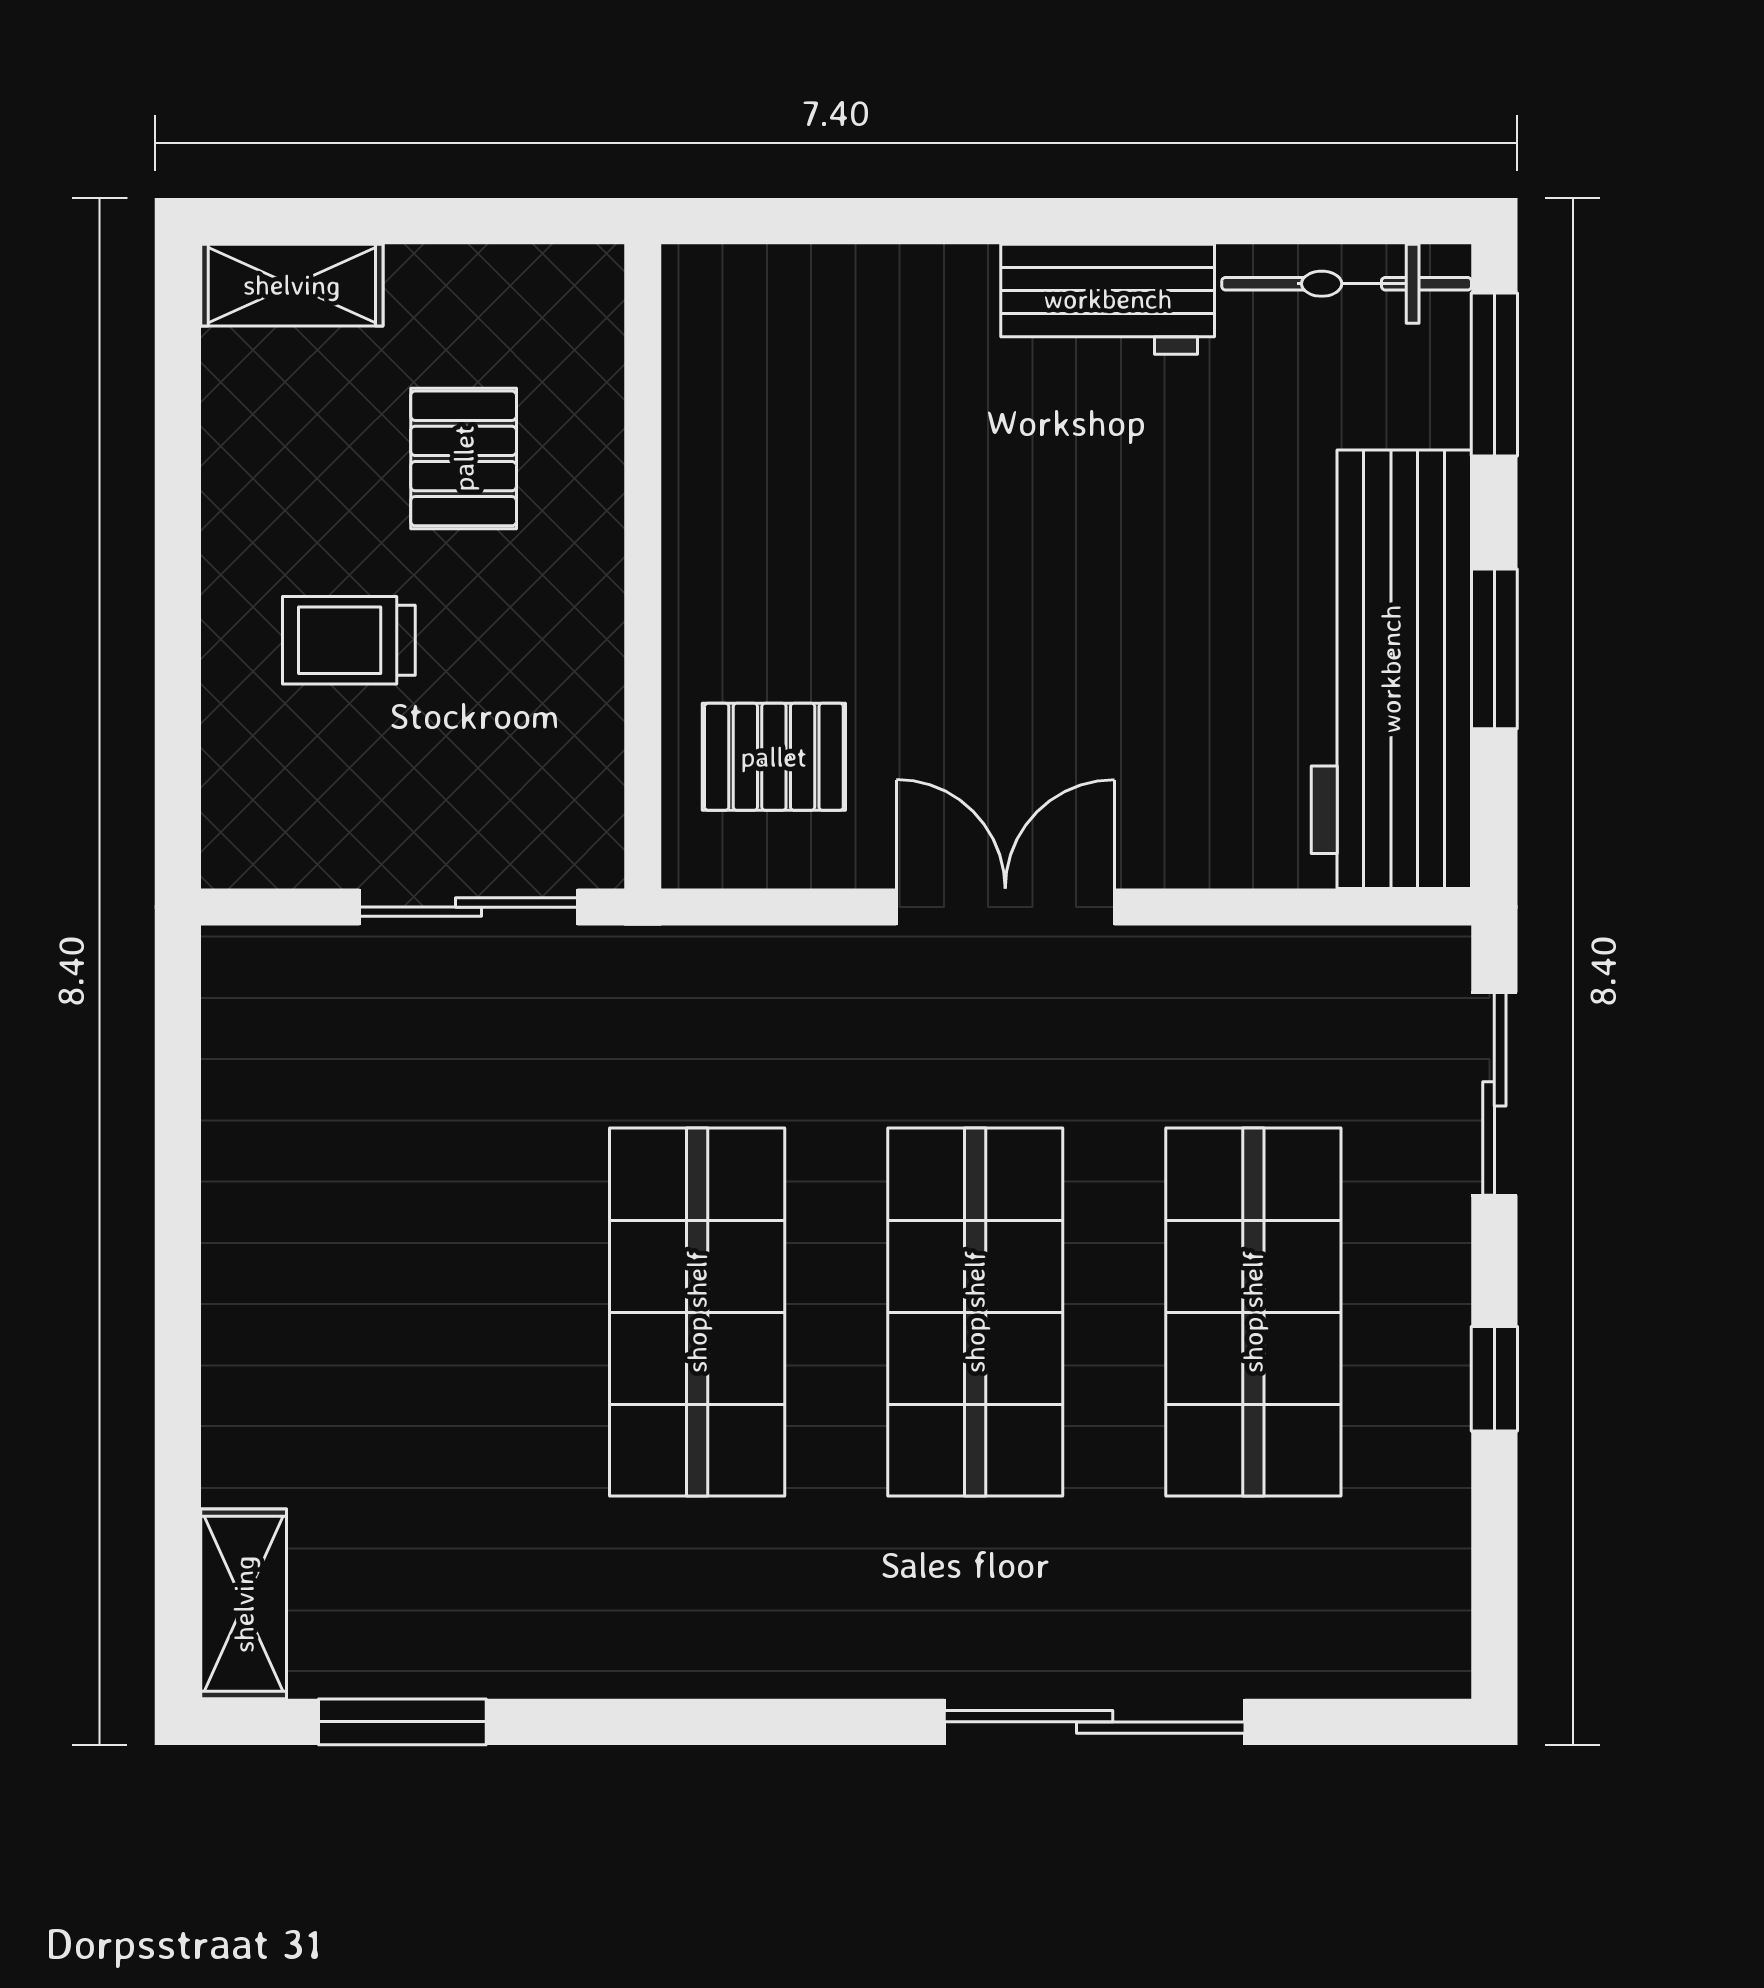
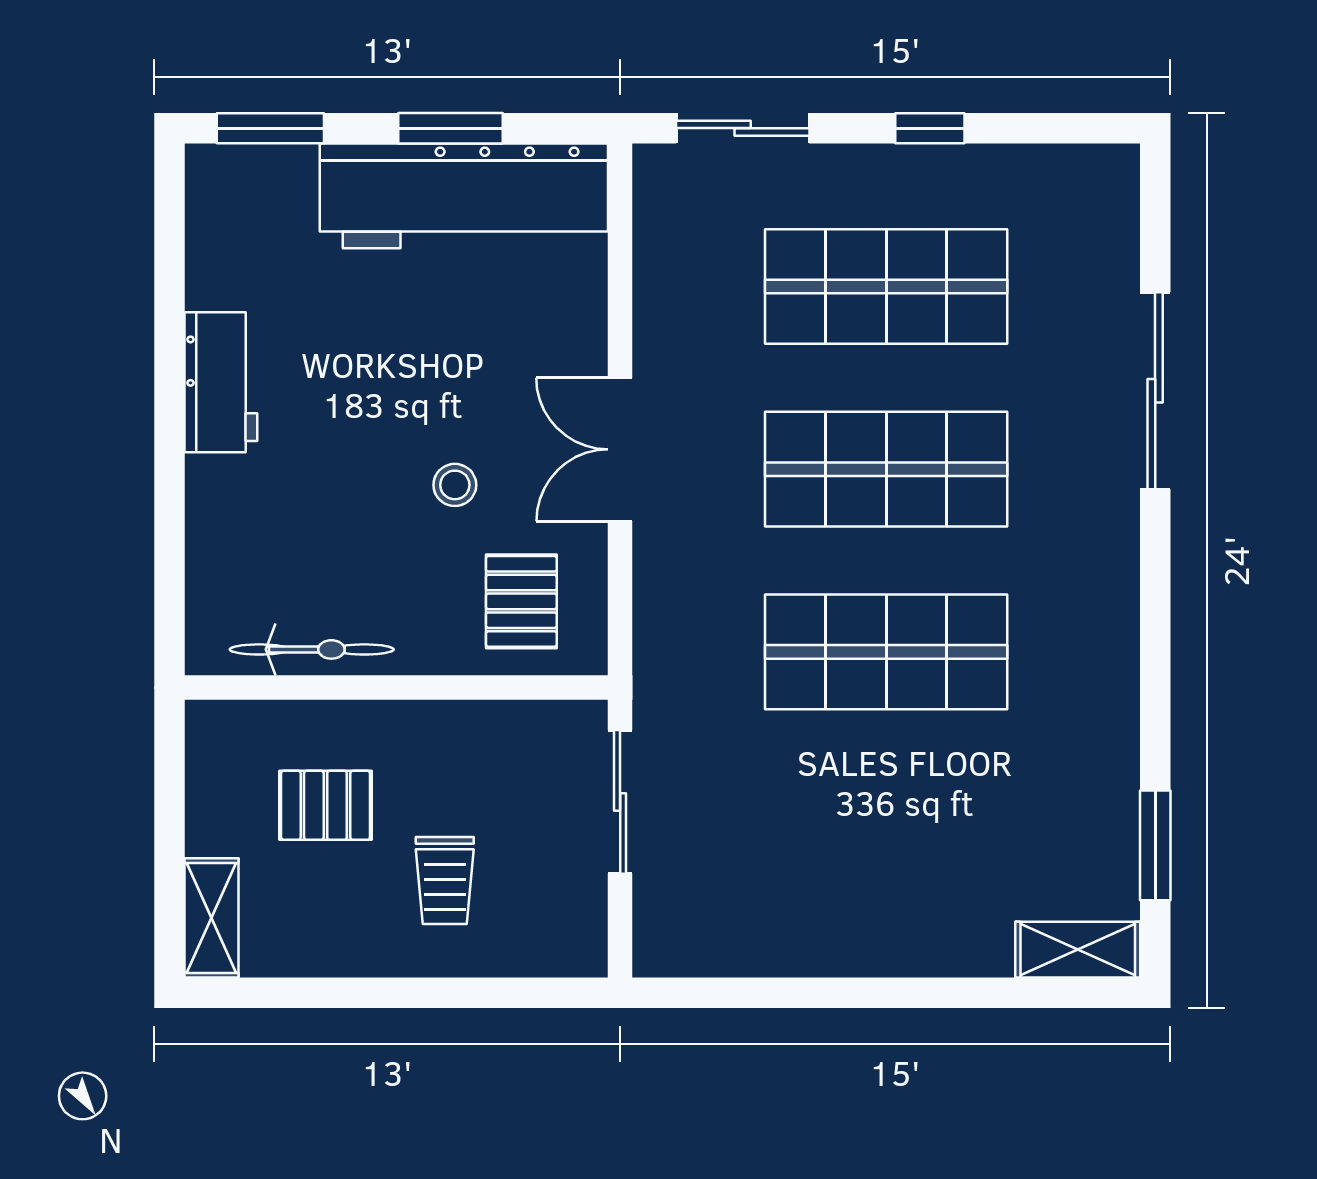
bicycle: (1347, 284) -> (312, 649), moved, turned -90
stool: (951, 655) -> (455, 485), added

